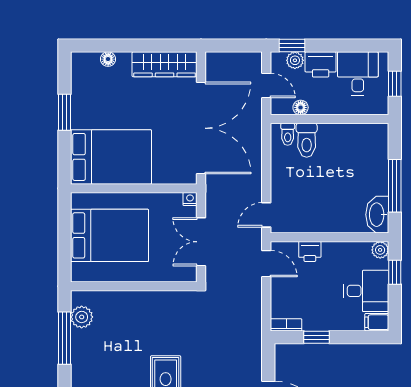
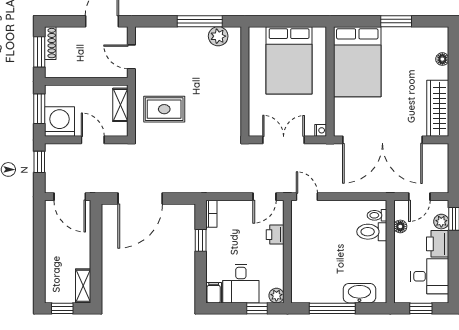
washbasin: (377, 215) -> (359, 293), moved

